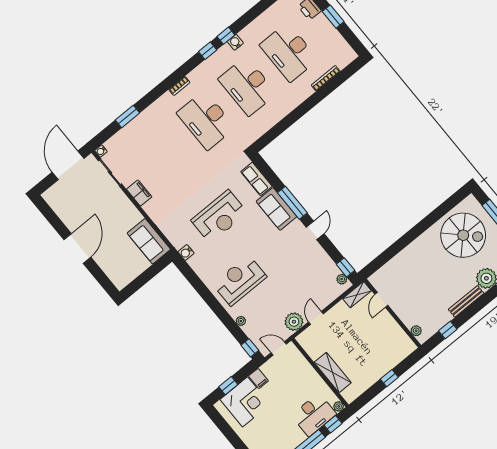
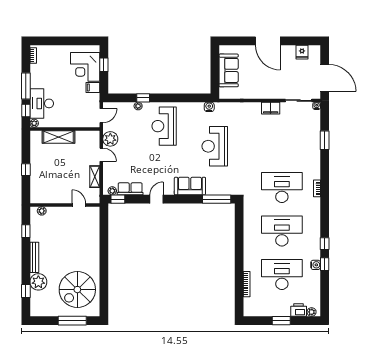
water cooler: (235, 42) -> (316, 265), moved
window: (208, 51) -> (325, 264), moved
row of seats: (256, 179) -> (130, 189), moved
window: (292, 203) -> (217, 199), moved
fridge: (61, 207) -> (302, 52), added
door: (315, 230) -> (157, 199), swing flipped
sofa: (149, 241) -> (229, 70), moved, turned 90
reception desk: (240, 280) -> (164, 126), turned 180
shelving: (357, 295) -> (95, 177), moved
window: (250, 348) -> (143, 98), moved

